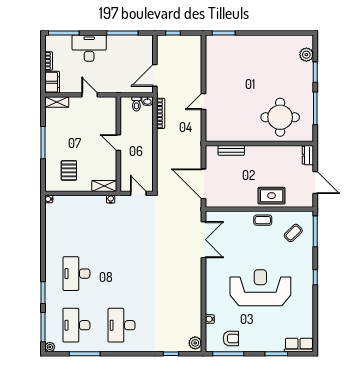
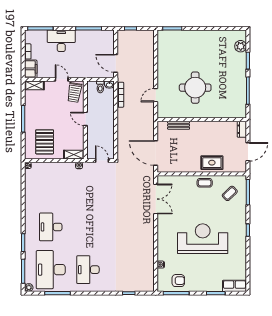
door: (155, 75) -> (116, 63), hinge flipped
door: (203, 102) -> (156, 95), moved
trolley: (105, 111) -> (74, 92), added
round table: (280, 117) -> (195, 88), moved
pallet: (69, 170) -> (45, 142), width x1.50, depth x1.42
door: (315, 182) -> (248, 152), hinge flipped
desk: (76, 325) -> (51, 270), width x1.36, depth x1.30
plant: (195, 343) -> (149, 284), removed

